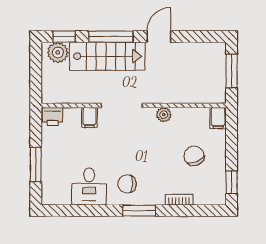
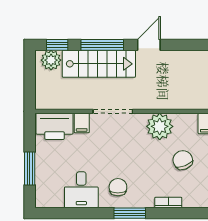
plant: (164, 115) -> (160, 126), width x1.87, depth x1.87
printer: (53, 117) -> (55, 126), width x1.87, depth x1.48
chair: (127, 184) -> (118, 187), turned 90

